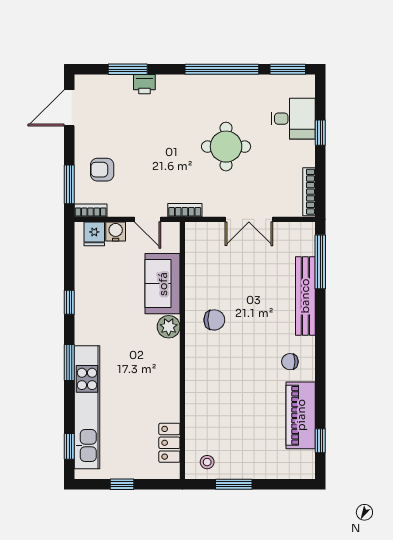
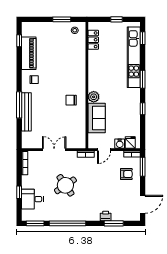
round table: (226, 147) -> (65, 185), turned -34
door: (148, 219) -> (104, 150), swing flipped
window: (320, 262) -> (19, 105), moved

